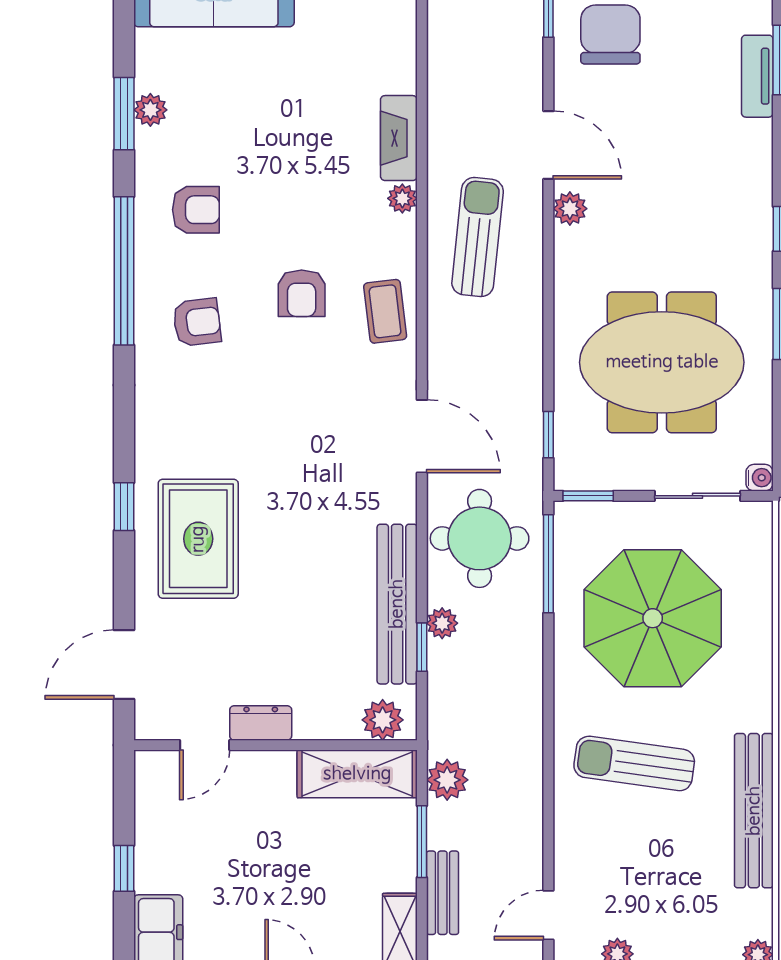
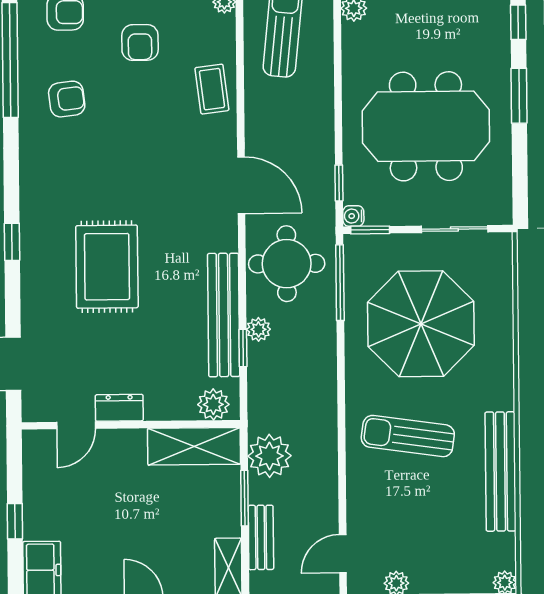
armchair: (302, 293) -> (140, 42), moved
water cooler: (760, 478) -> (353, 216), moved, turned 180
rug: (198, 539) -> (107, 267), moved
plant: (447, 780) -> (269, 456), width x1.36, depth x1.36

